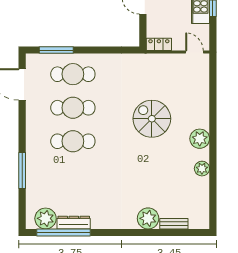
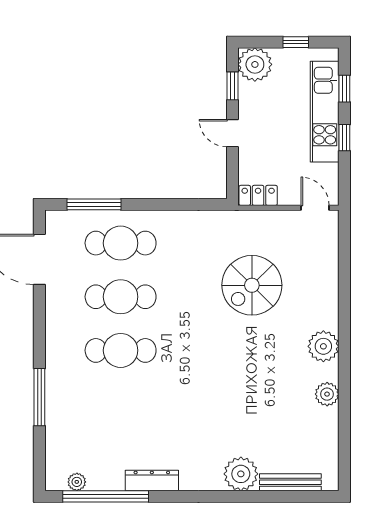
spiral stairs: (152, 119) -> (252, 285), moved, turned -90
plant: (46, 218) -> (77, 482), width x0.53, depth x0.53
dresser: (74, 223) -> (152, 481), moved
bench: (174, 224) -> (290, 482), width x1.36

